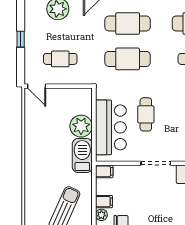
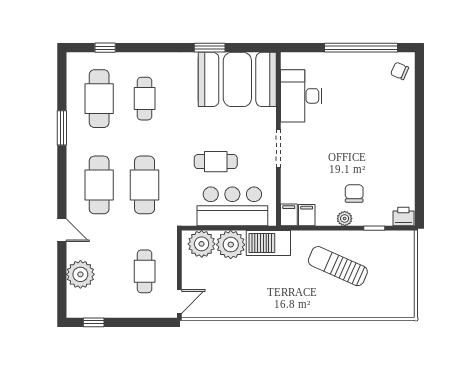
window: (21, 39) -> (94, 322), moved
plant: (82, 103) -> (202, 244), added
filing cabinet: (104, 202) -> (307, 215), moved

